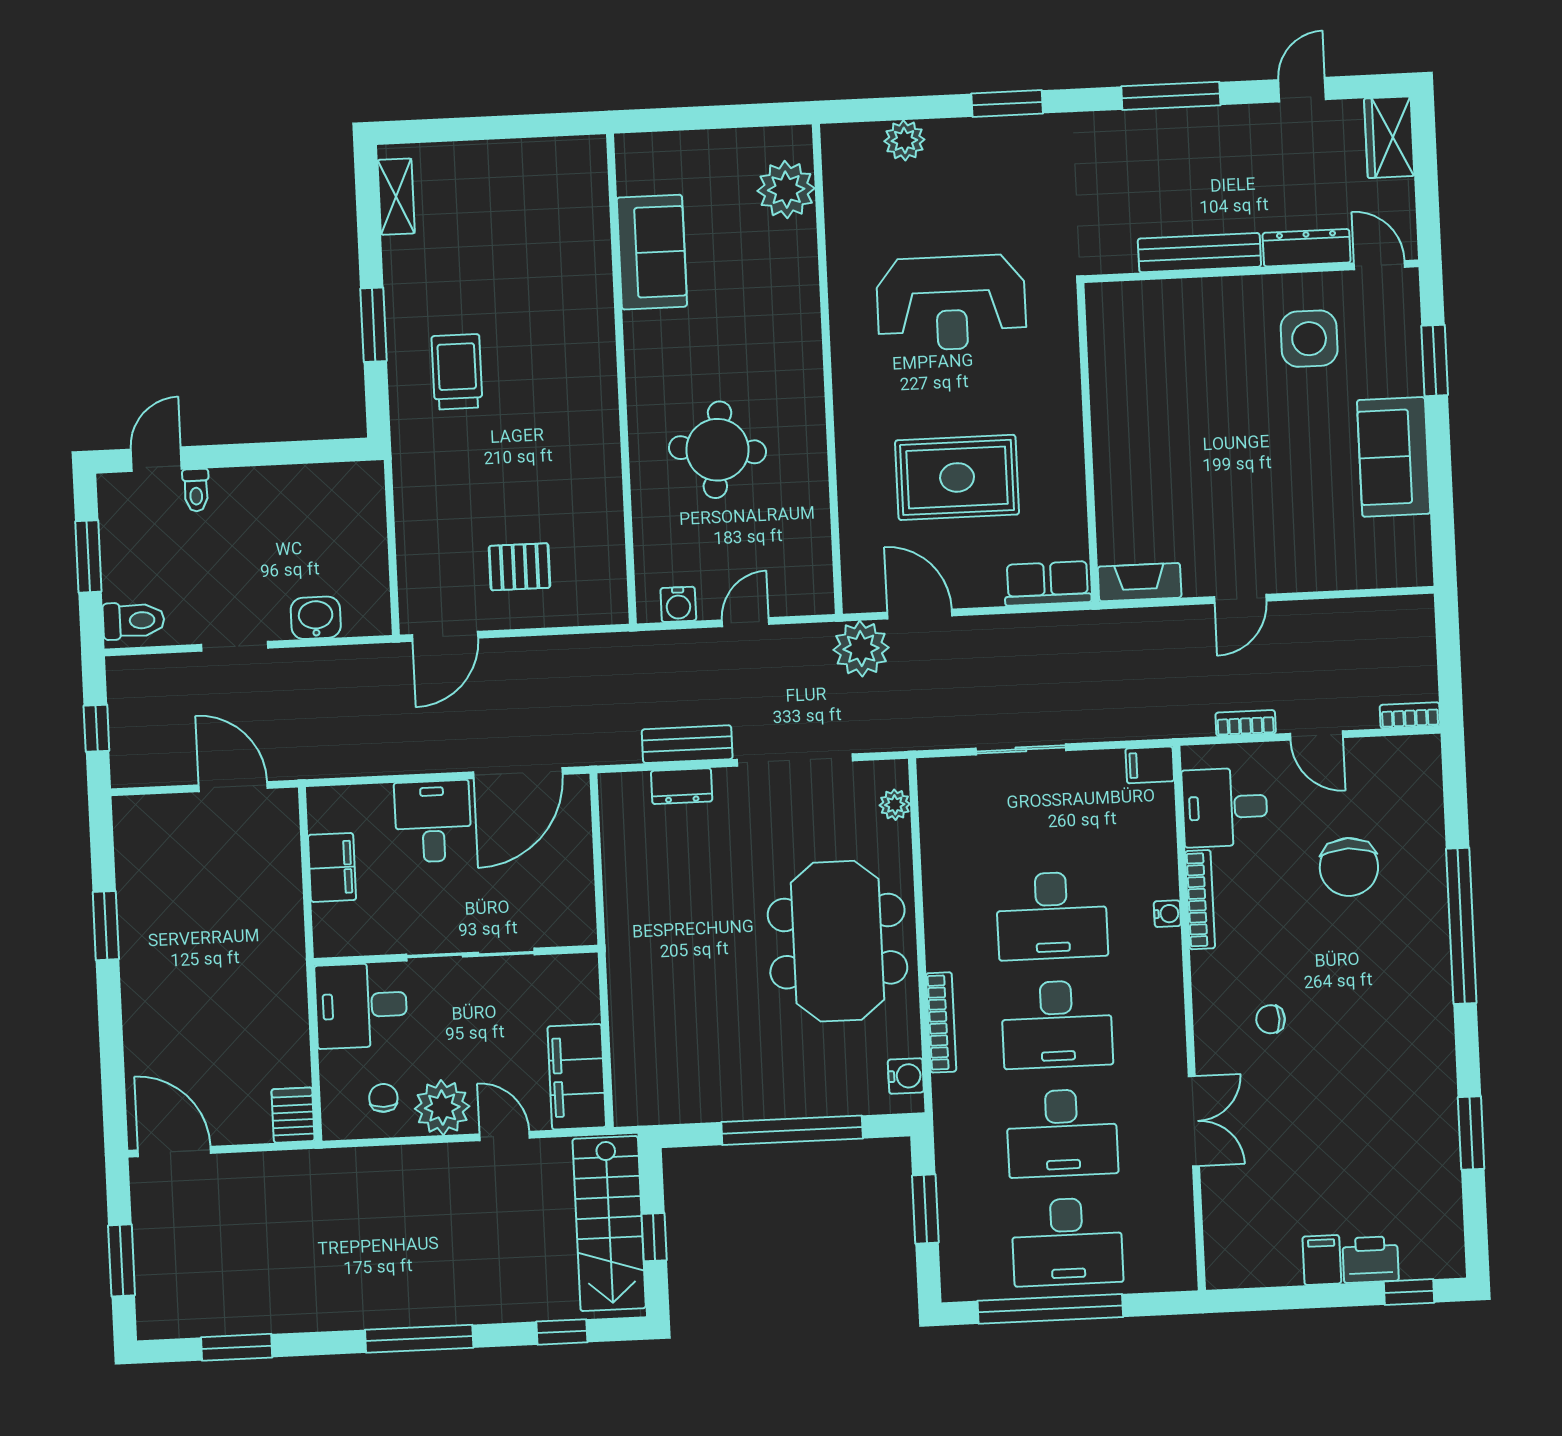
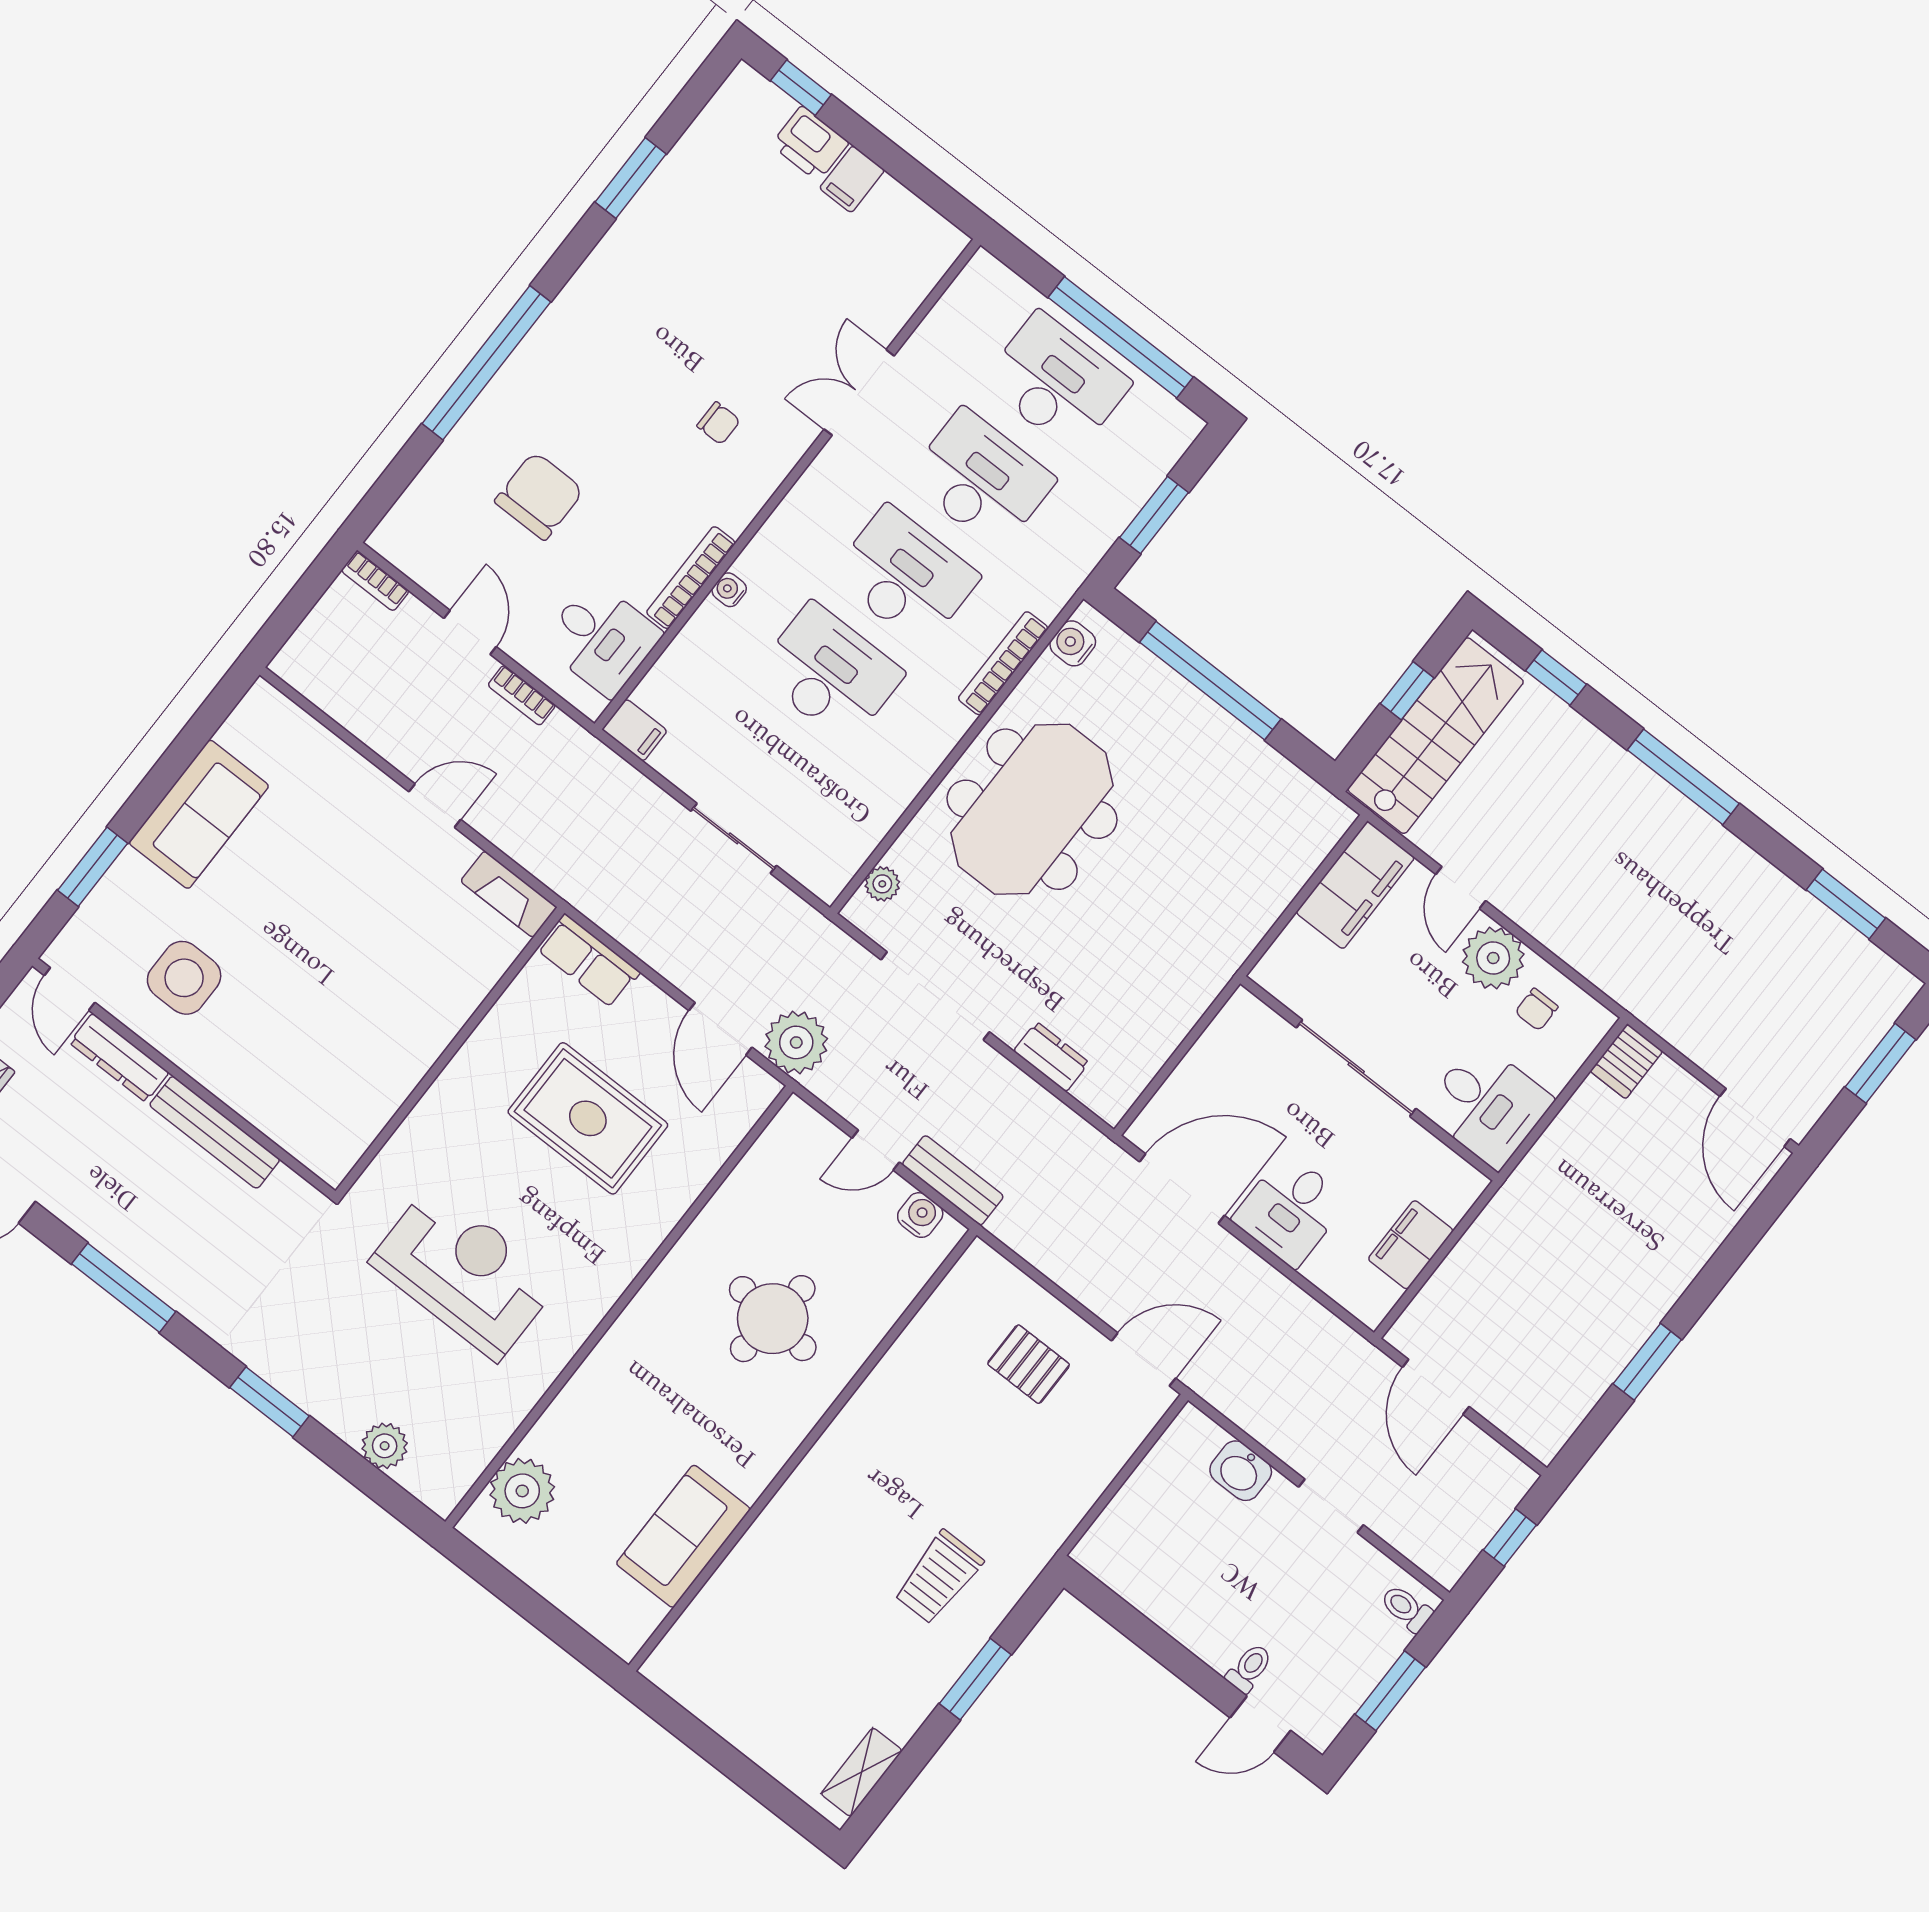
toilet: (134, 621) -> (1406, 1608), width x0.73, depth x0.72
bench: (687, 744) -> (953, 1180), moved

